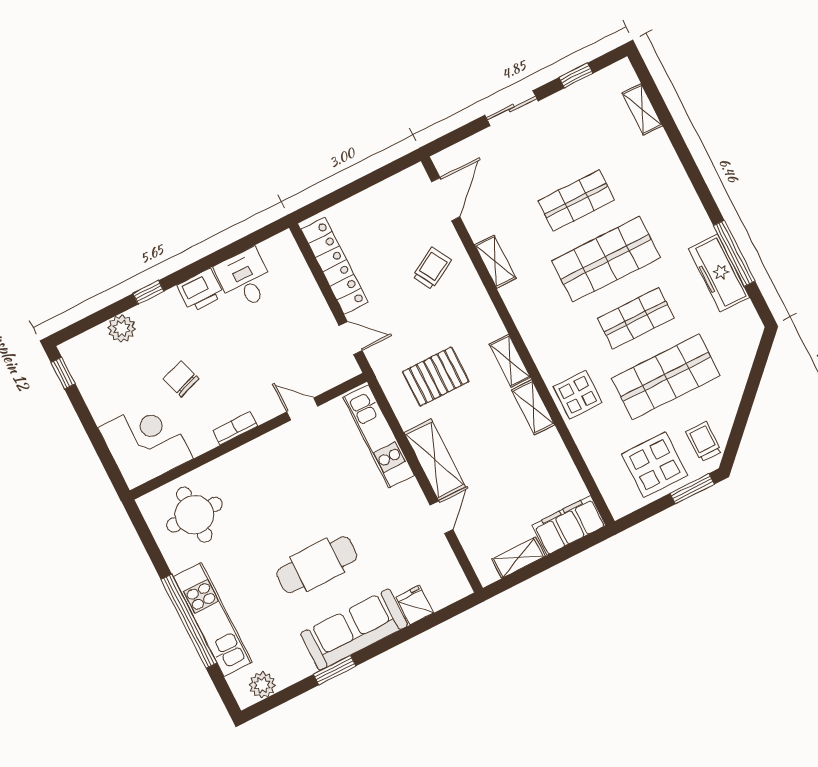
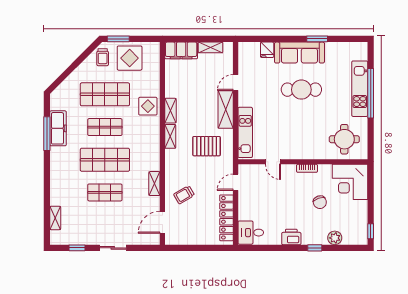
desk: (245, 279) -> (251, 233), moved, turned 90
door: (351, 338) -> (236, 182), hinge flipped
plant: (262, 685) -> (353, 49), removed

